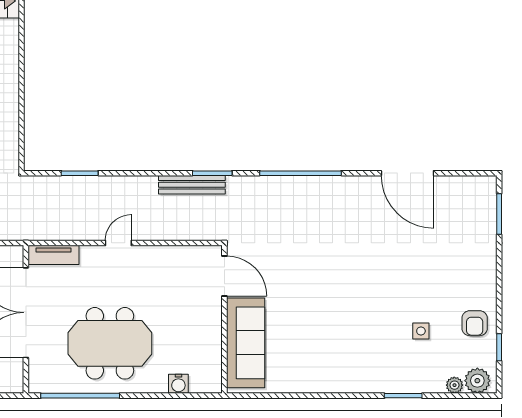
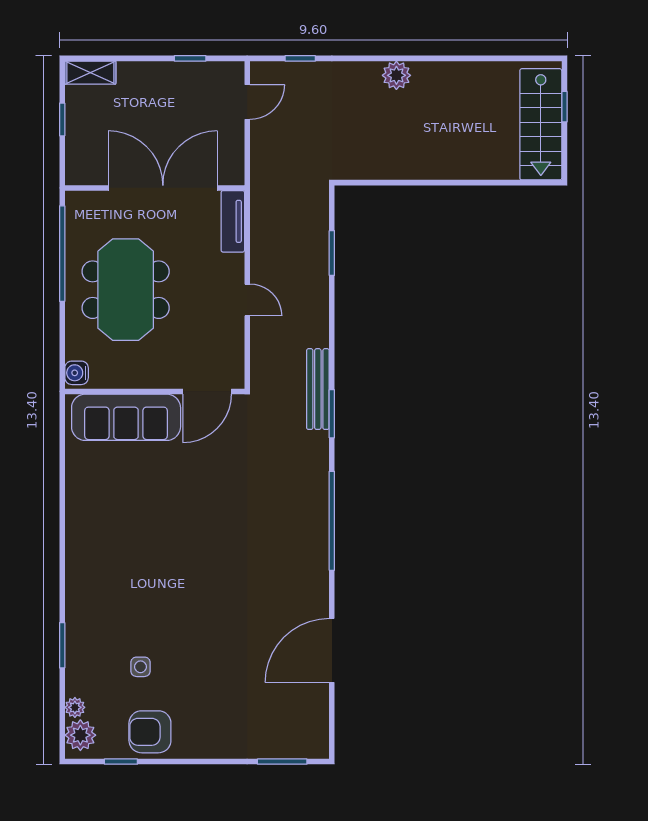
door: (224, 276) -> (207, 391), moved
wall: (224, 319) -> (155, 391), moved
armchair: (475, 323) -> (150, 732), width x1.38, depth x1.38
sofa: (246, 343) -> (126, 417), moved

